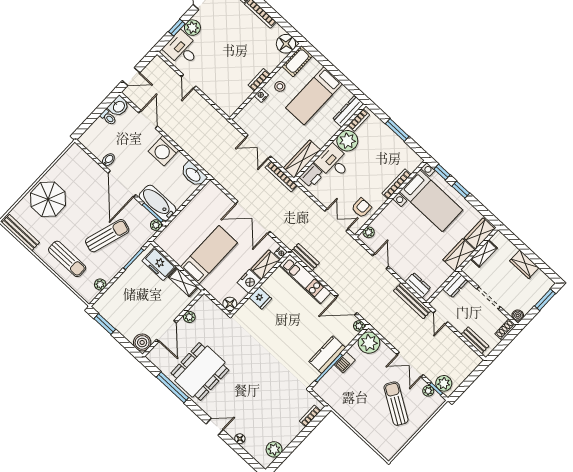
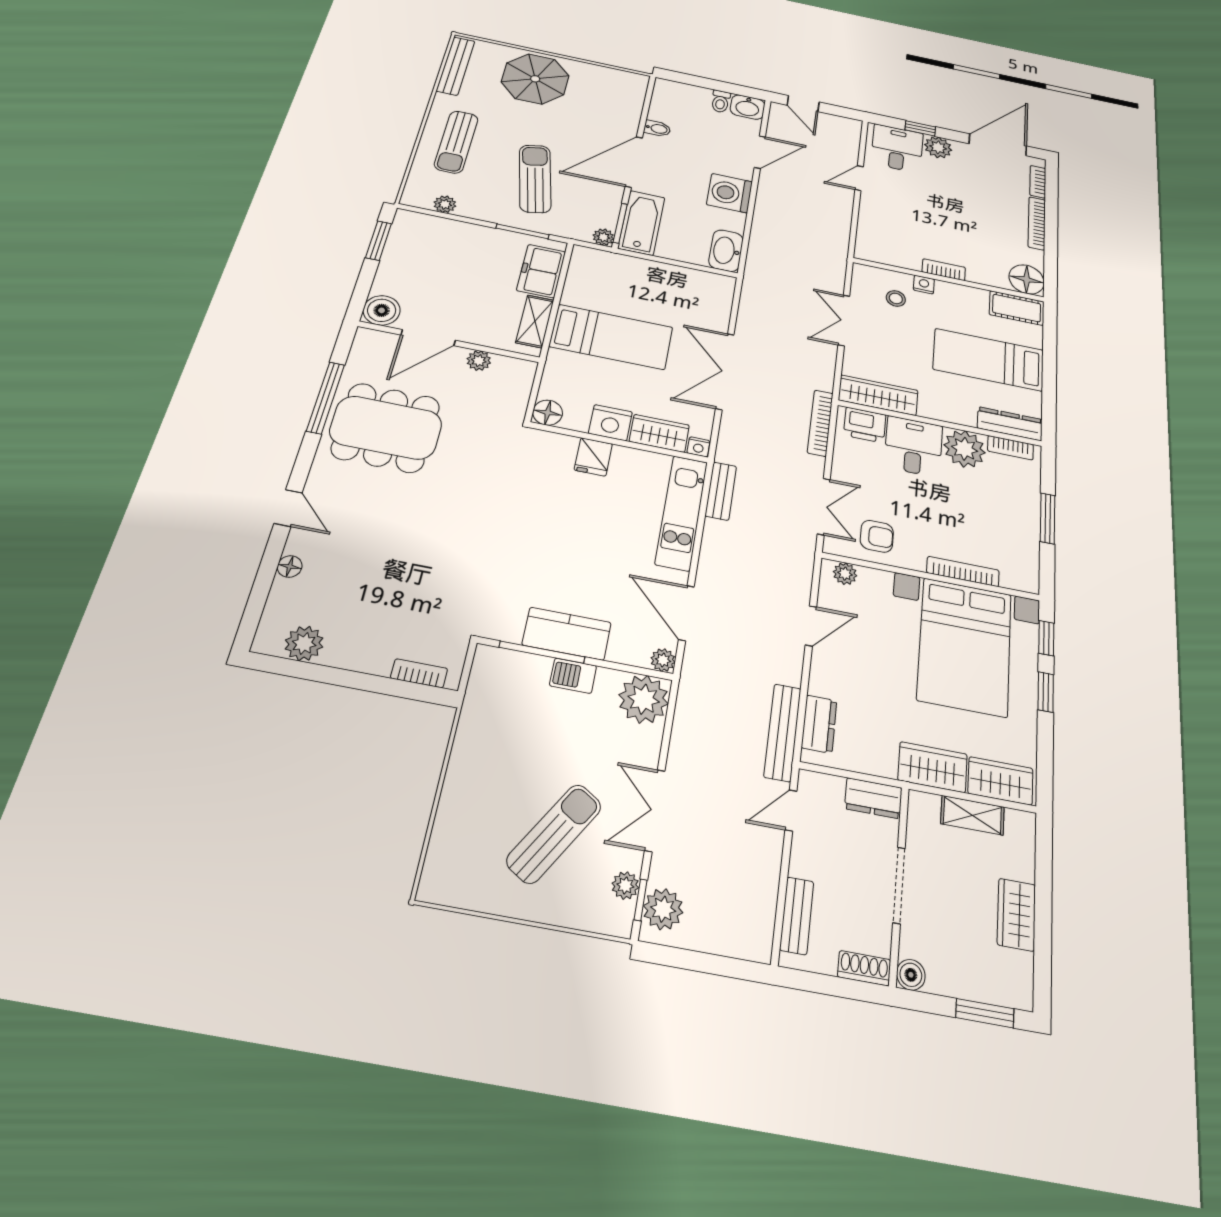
stool: (280, 86) -> (896, 298), moved
bookcase: (281, 177) -> (820, 423), moved
bed with nightstands: (431, 201) -> (965, 646), width x1.36
sun lounger: (107, 236) -> (535, 179), turned -119

